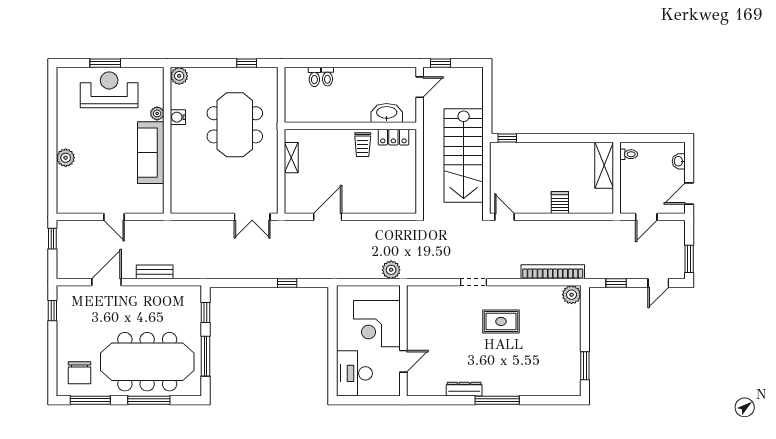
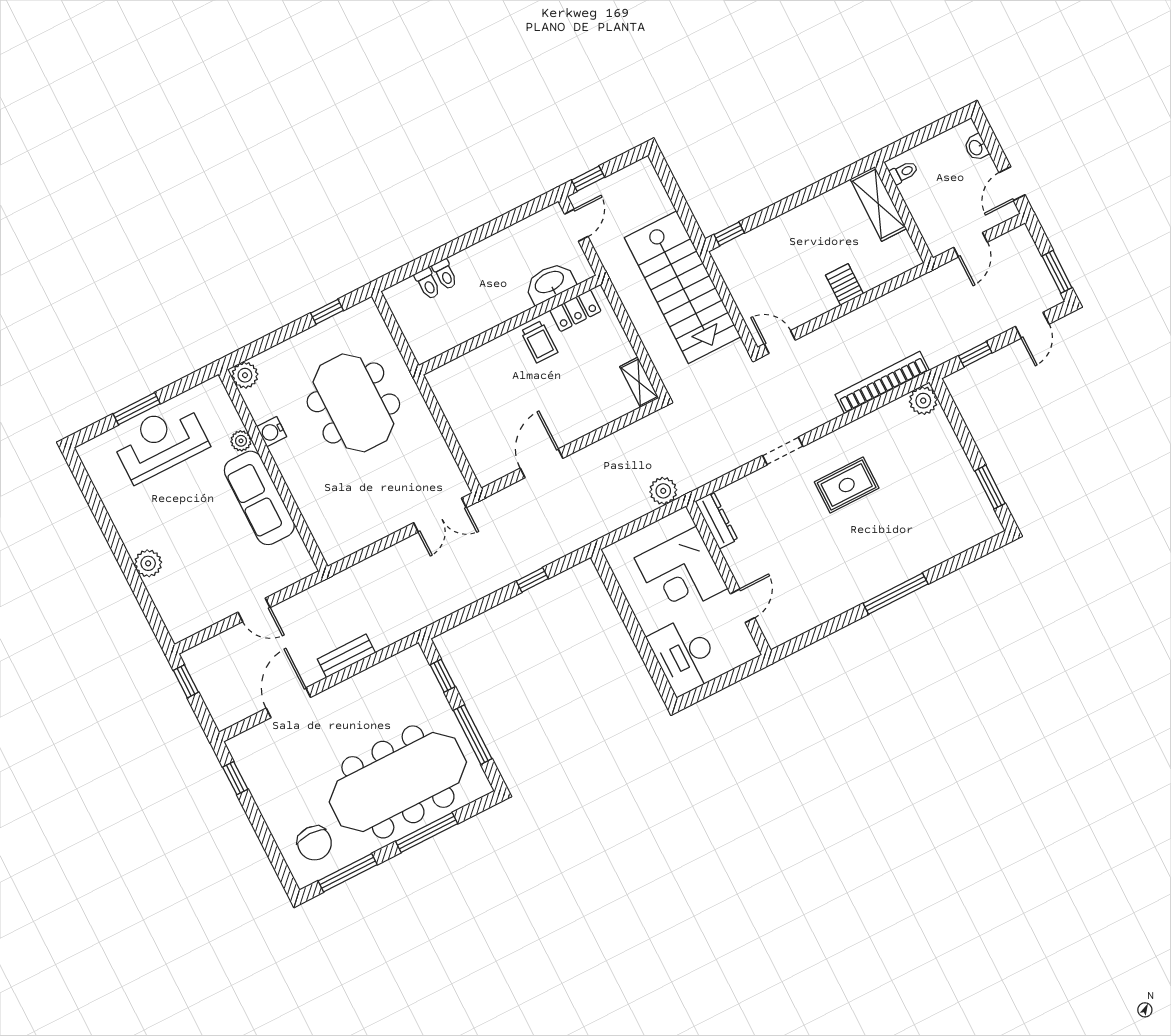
shelving: (291, 158) -> (639, 382), moved
dresser: (464, 389) -> (716, 520), moved, turned 90

